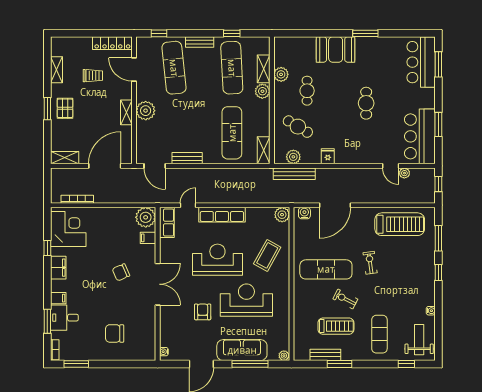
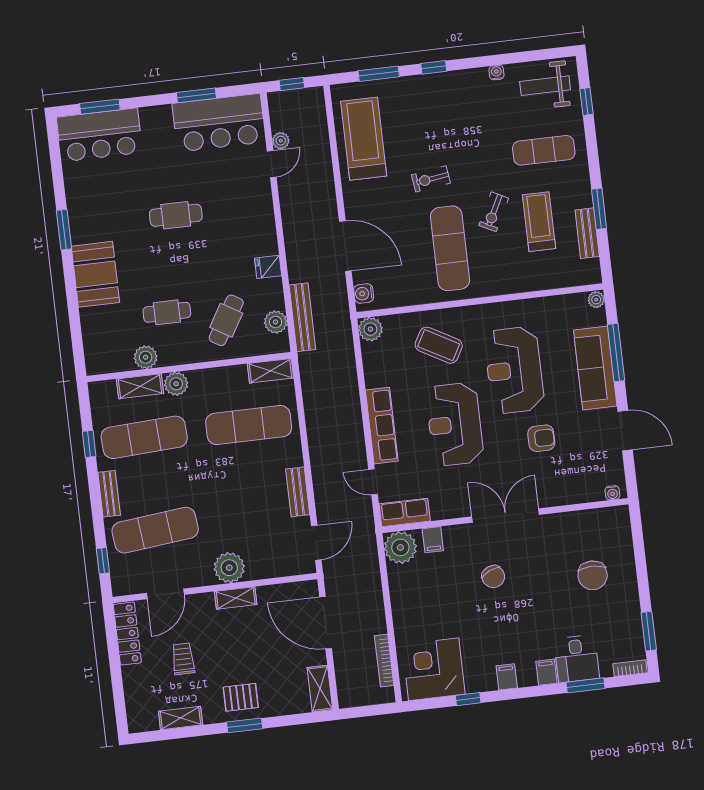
filing cabinet: (58, 268) -> (507, 677), width x0.50
armchair: (203, 312) -> (541, 438), turned 180

